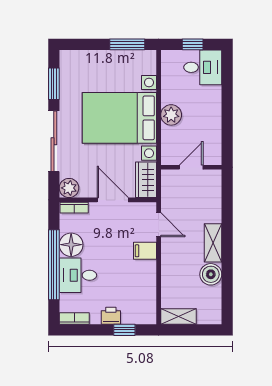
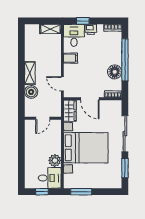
desk: (203, 67) -> (50, 178), moved, turned 180
plant: (171, 115) -> (55, 160), moved
plant: (69, 188) -> (116, 106), removed
filing cabinet: (145, 251) -> (70, 58), moved
boiler: (211, 274) -> (31, 92), moved
desk: (78, 275) -> (74, 35), moved, turned -90

